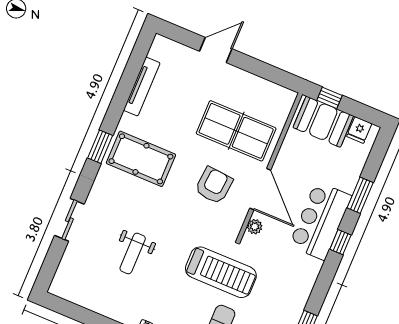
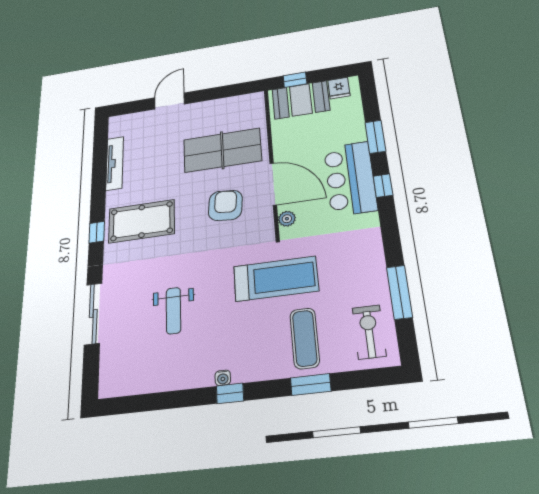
window: (100, 147) -> (97, 232), width x0.67
sliding door: (69, 220) -> (93, 314), width x1.37

